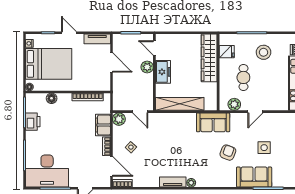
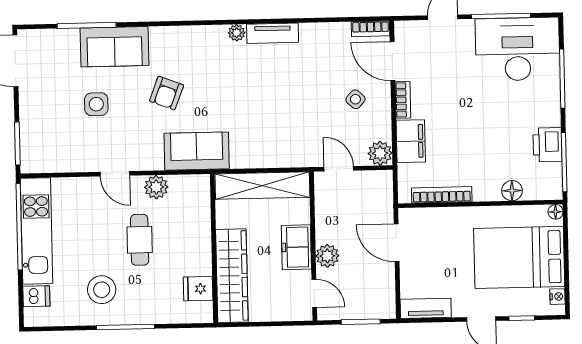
fridge: (227, 52) -> (198, 289), moved
wardrobe: (209, 58) -> (232, 276), moved
door: (111, 62) -> (397, 243), moved
wall: (218, 72) -> (214, 248), moved
door: (255, 112) -> (115, 174), swing flipped

